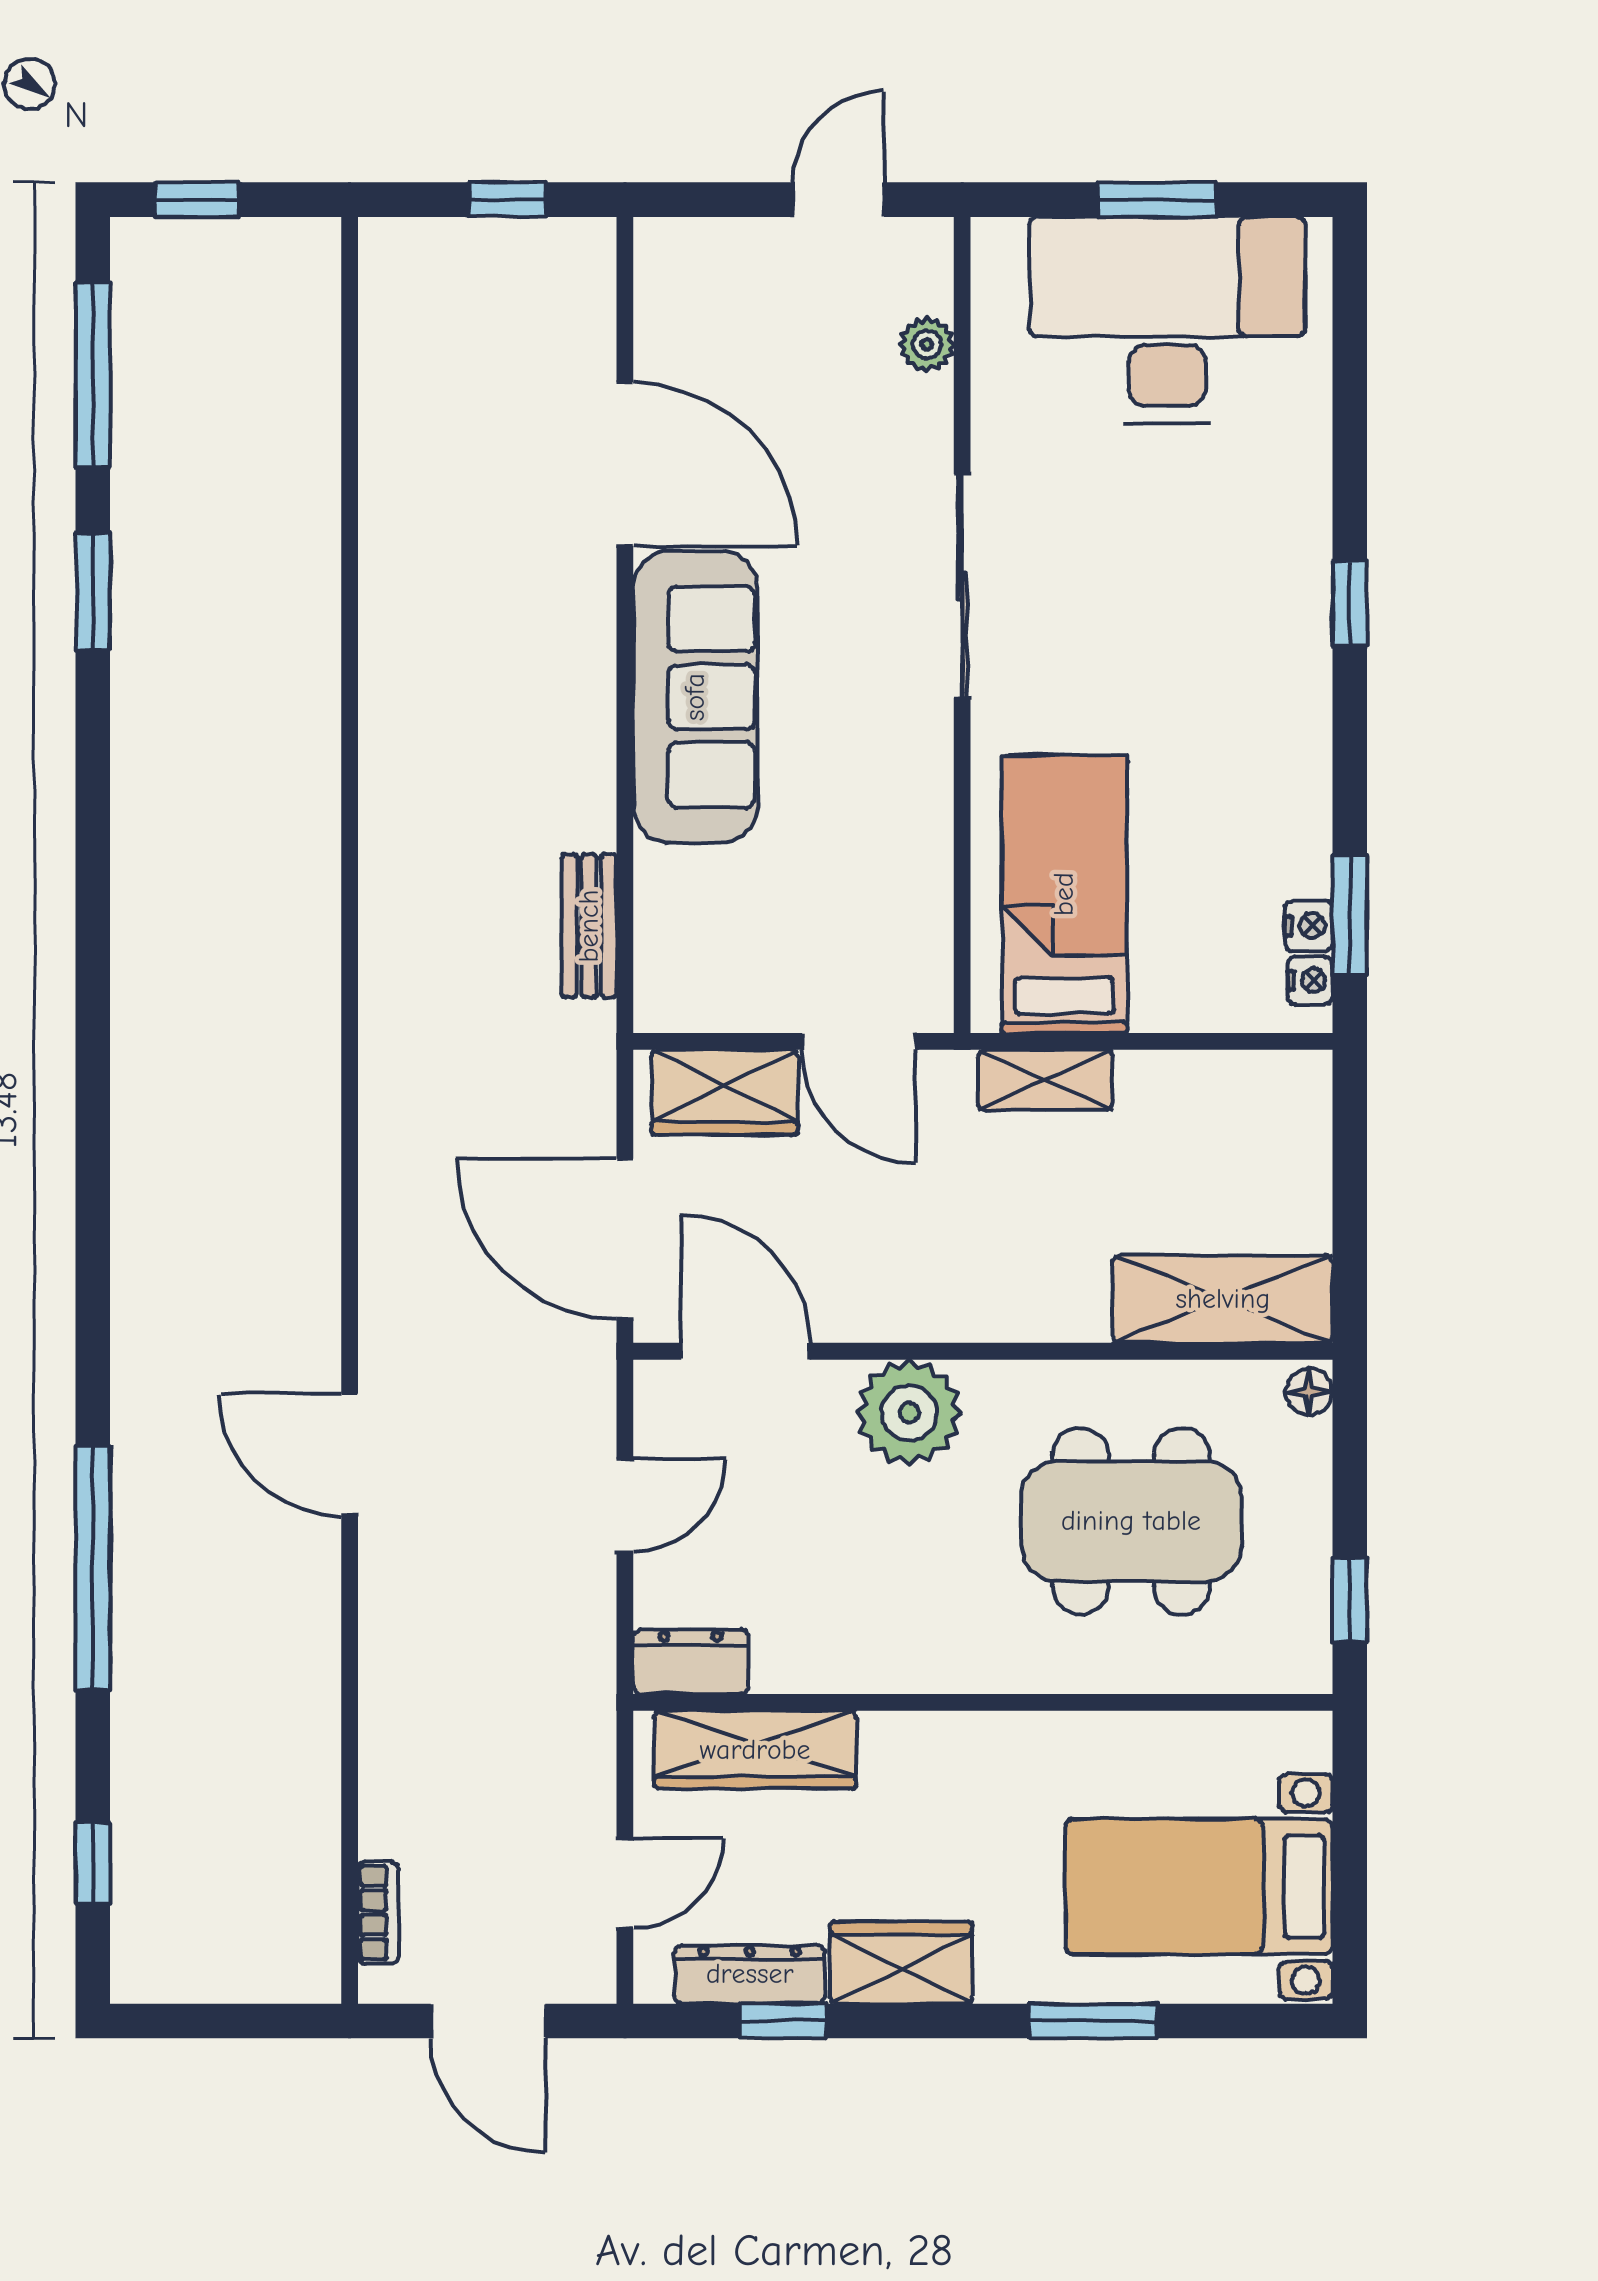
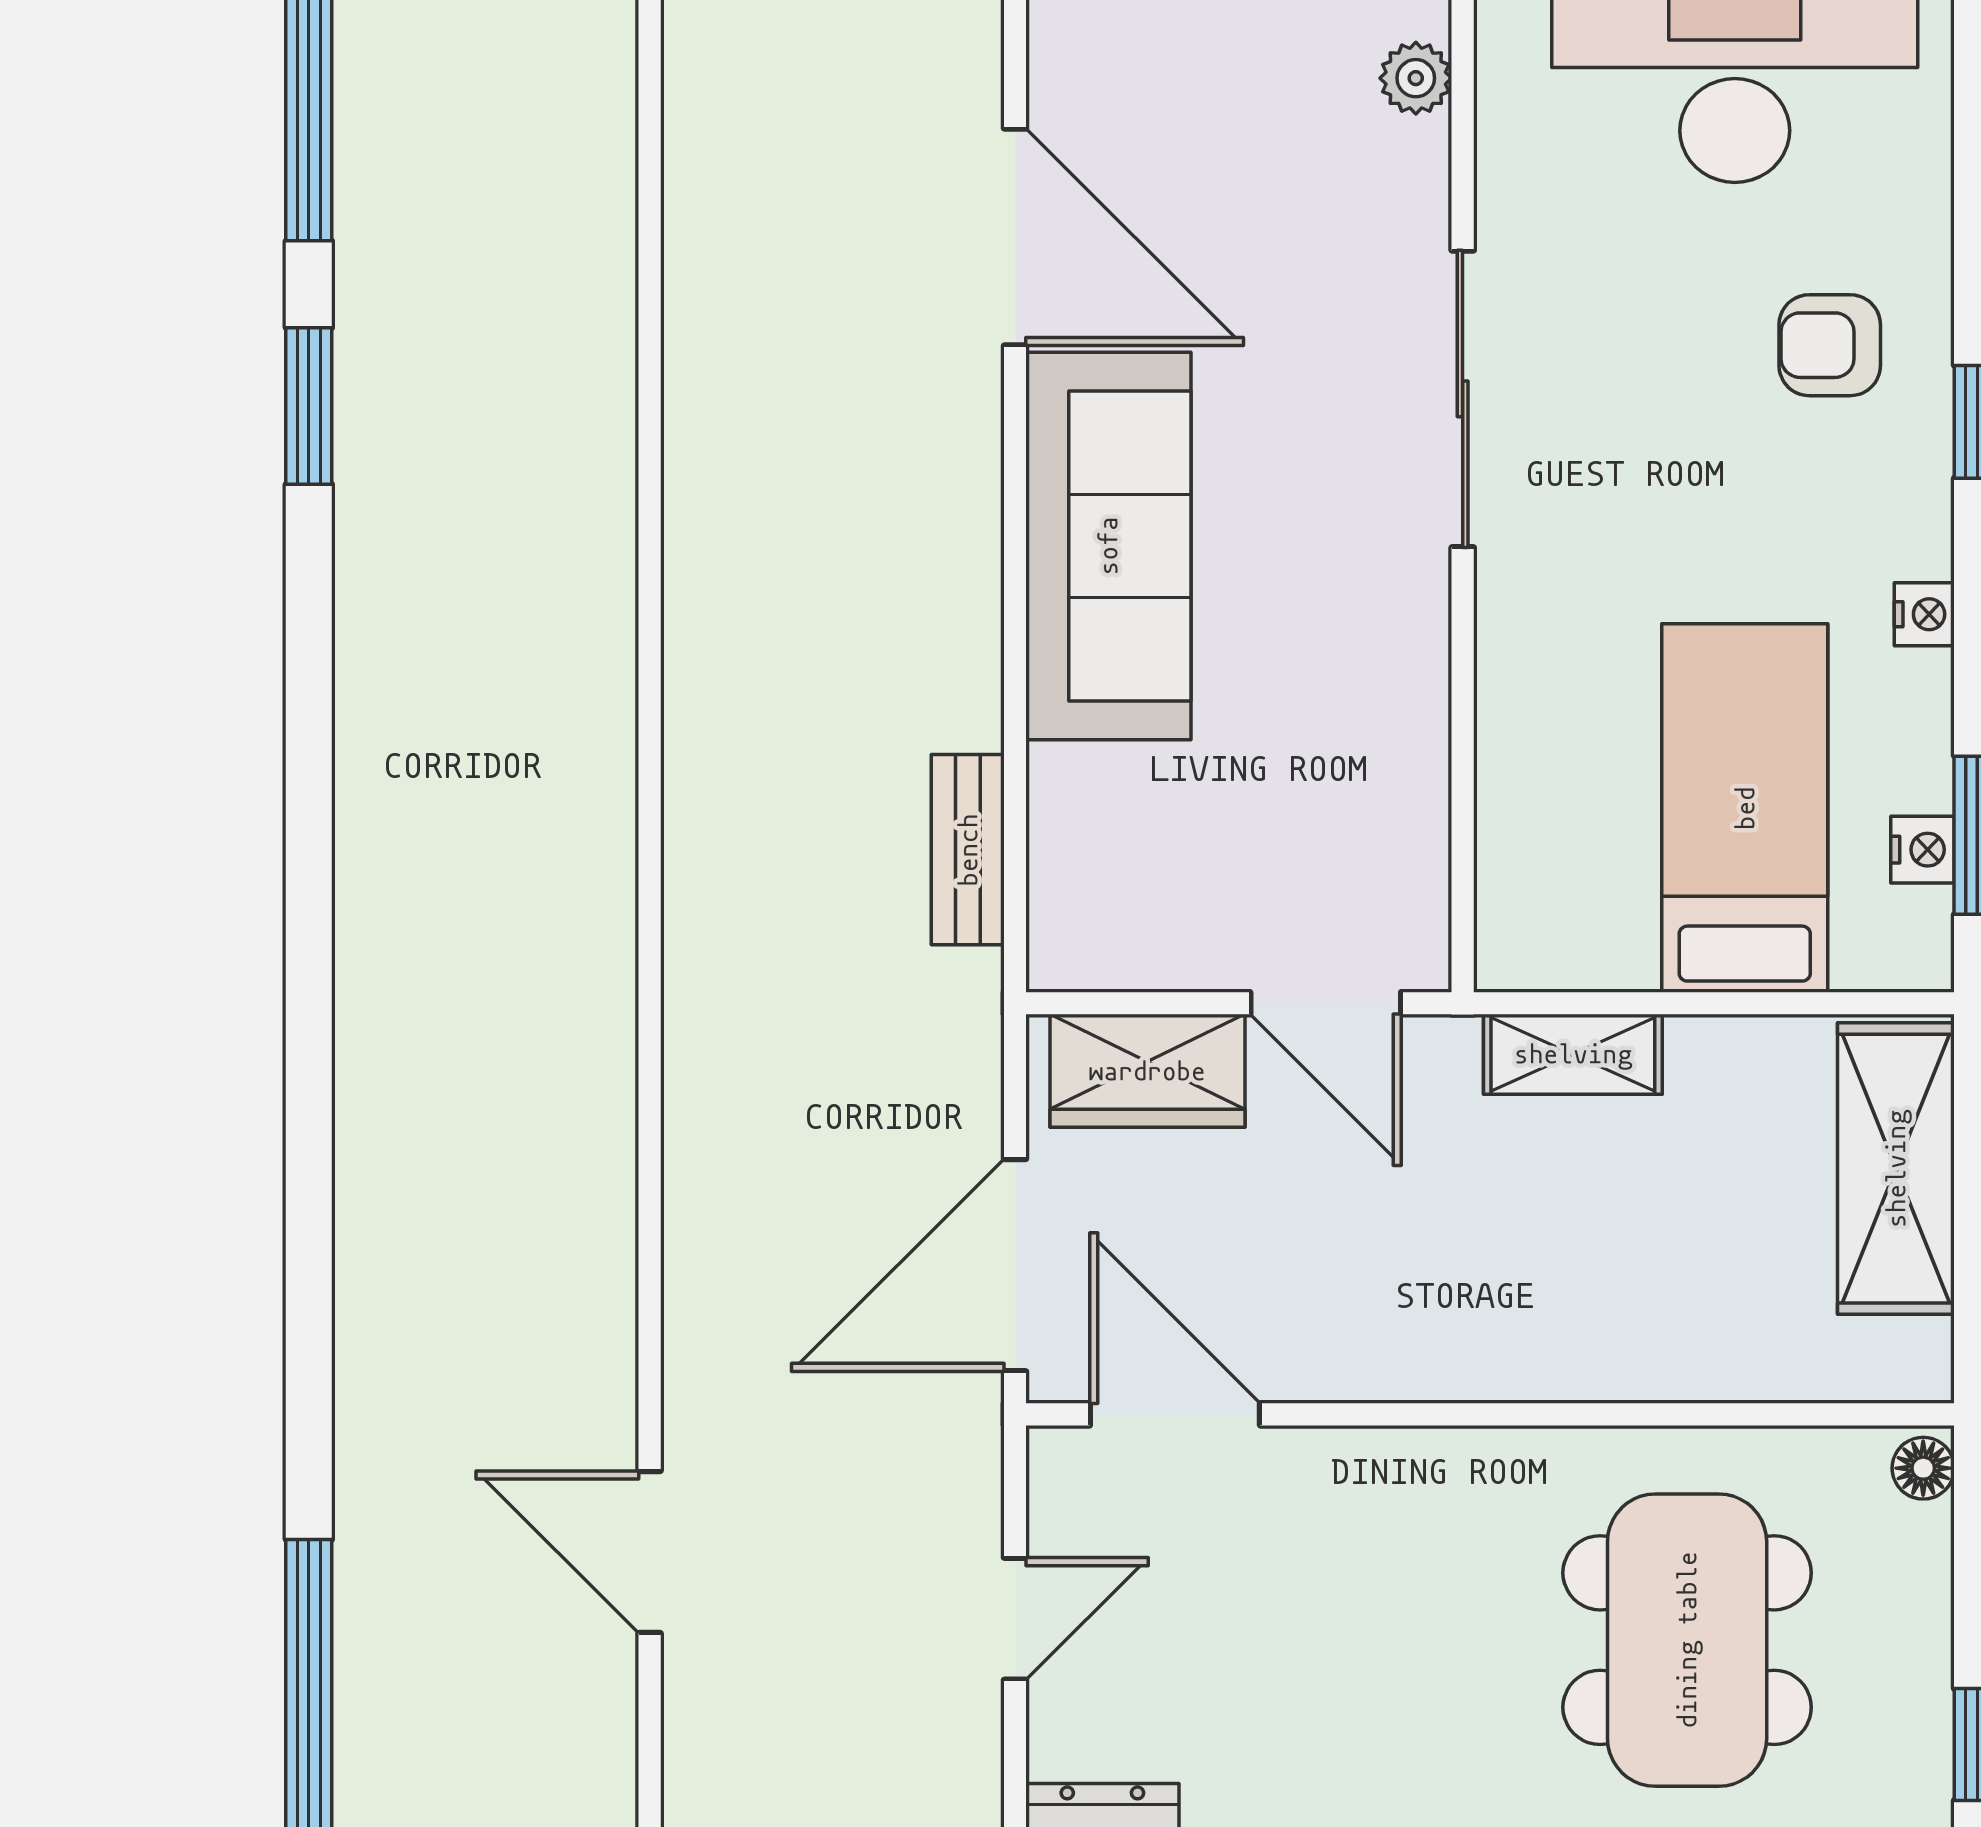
armchair: (1239, 546) -> (1830, 345), added
bed: (1064, 894) -> (1745, 808), moved
nightstand: (1310, 980) -> (1924, 614), moved
door: (625, 1239) -> (1015, 1265), hinge flipped
shelving: (1223, 1299) -> (1896, 1169), moved, turned 90
plant: (909, 1413) -> (1392, 1496), removed
dining table: (1131, 1521) -> (1687, 1640), turned 90

